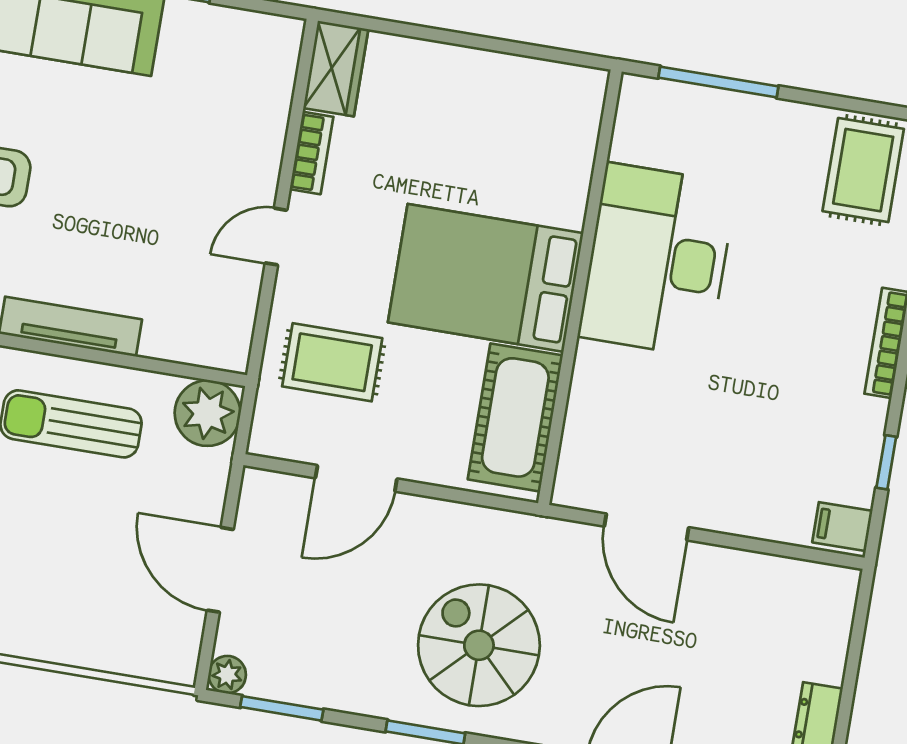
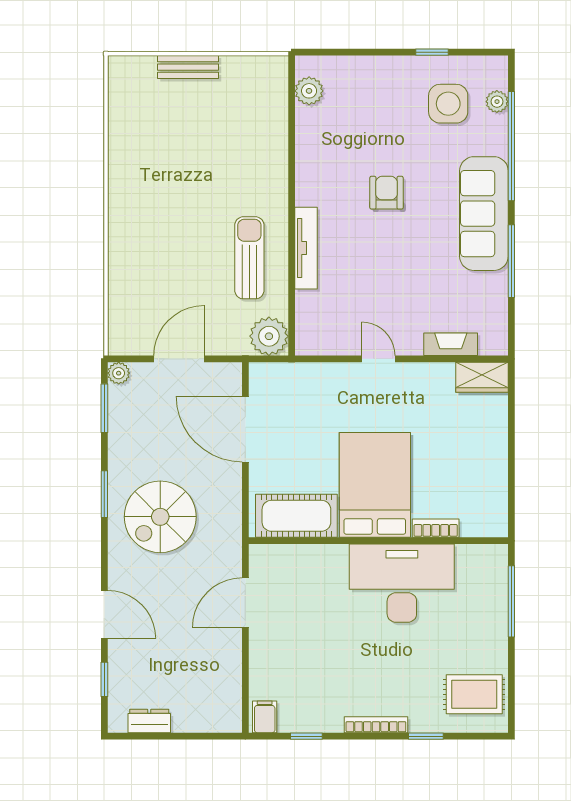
fireplace: (272, 112) -> (451, 344), added
bookcase: (312, 153) -> (436, 528), moved, turned 180
rug: (332, 362) -> (311, 404), removed
door: (356, 478) -> (245, 429), width x1.36
spiral stairs: (479, 645) -> (160, 517), turned 180

